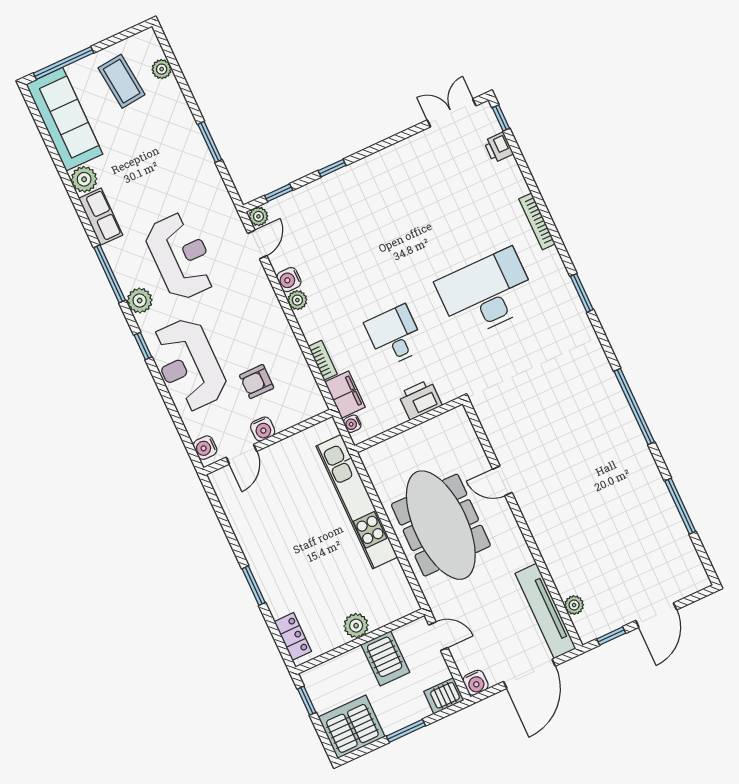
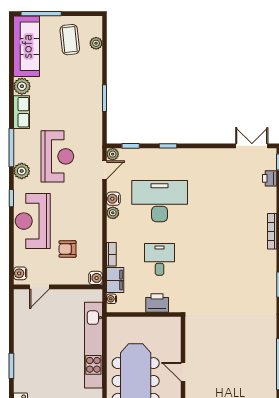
desk: (487, 293) -> (160, 201), moved
water cooler: (263, 429) -> (96, 278), moved, turned -90

